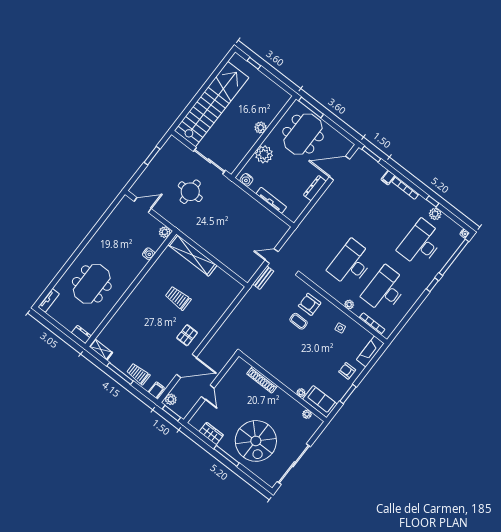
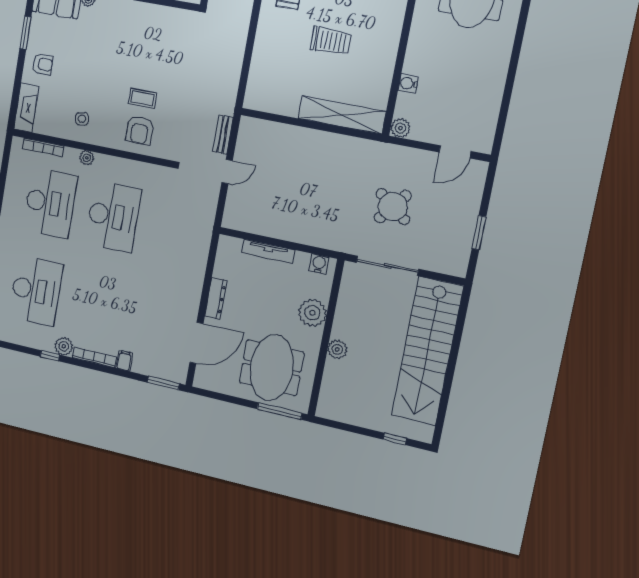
round table: (190, 192) -> (393, 207), turned 38
plant: (435, 214) -> (64, 346), moved
armchair: (310, 304) -> (140, 130), turned 91

